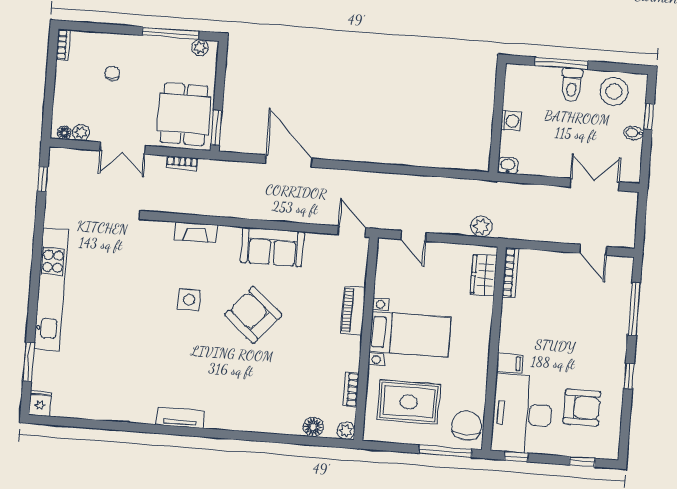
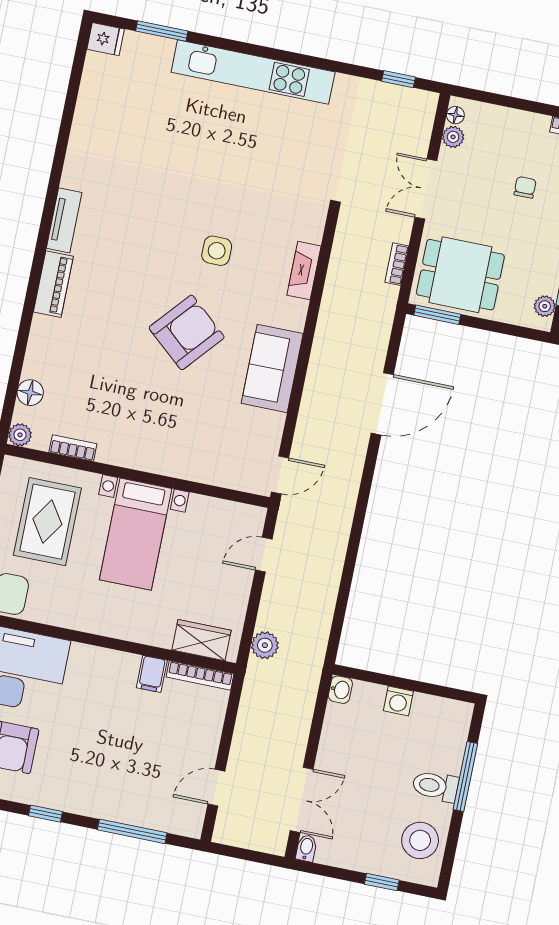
chair: (112, 74) -> (525, 187), turned -90
bidet: (634, 133) -> (306, 848), moved
piano: (353, 310) -> (53, 284), moved, turned 90
filing cabinet: (510, 363) -> (152, 674), moved

